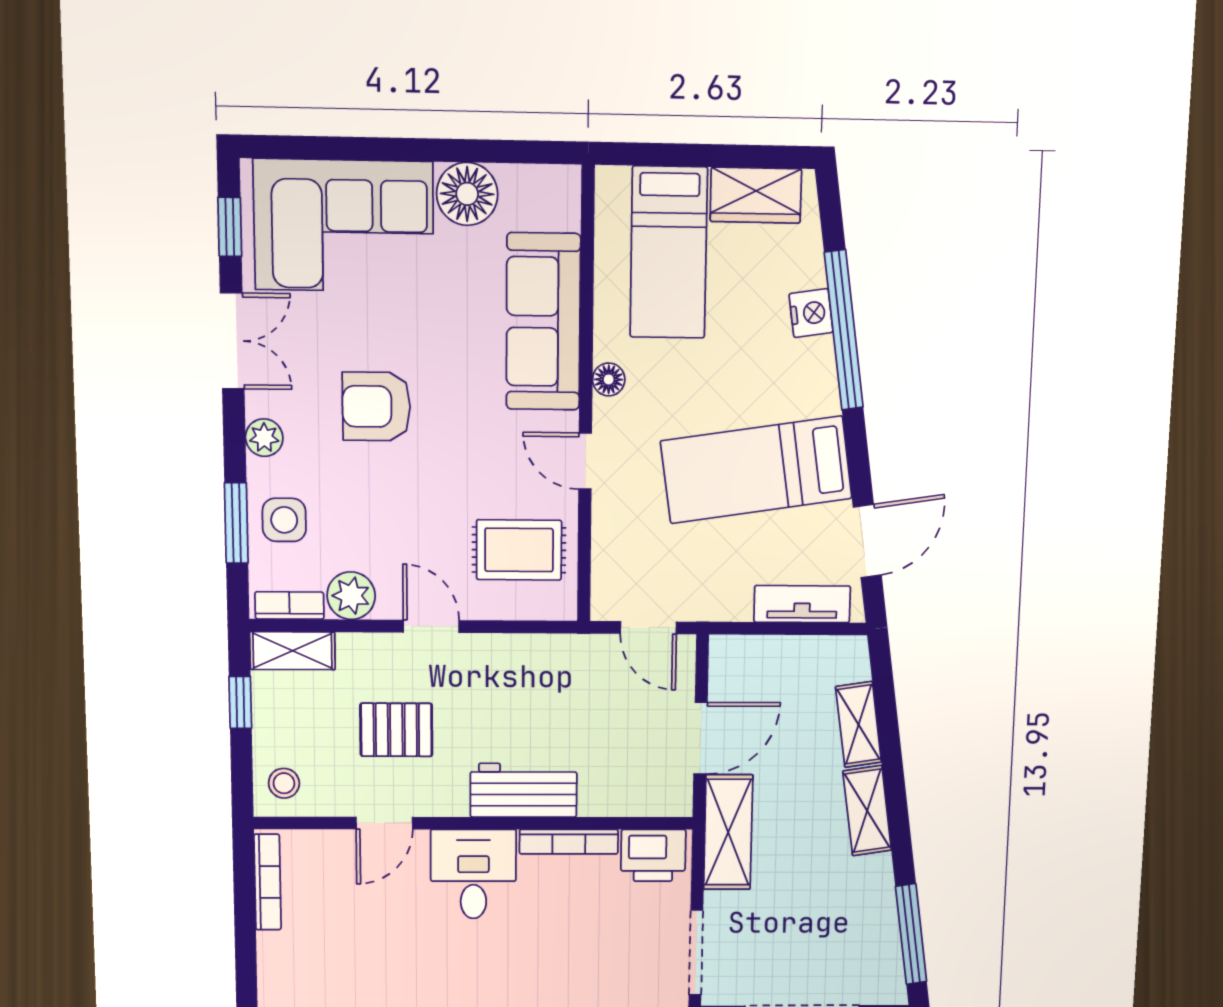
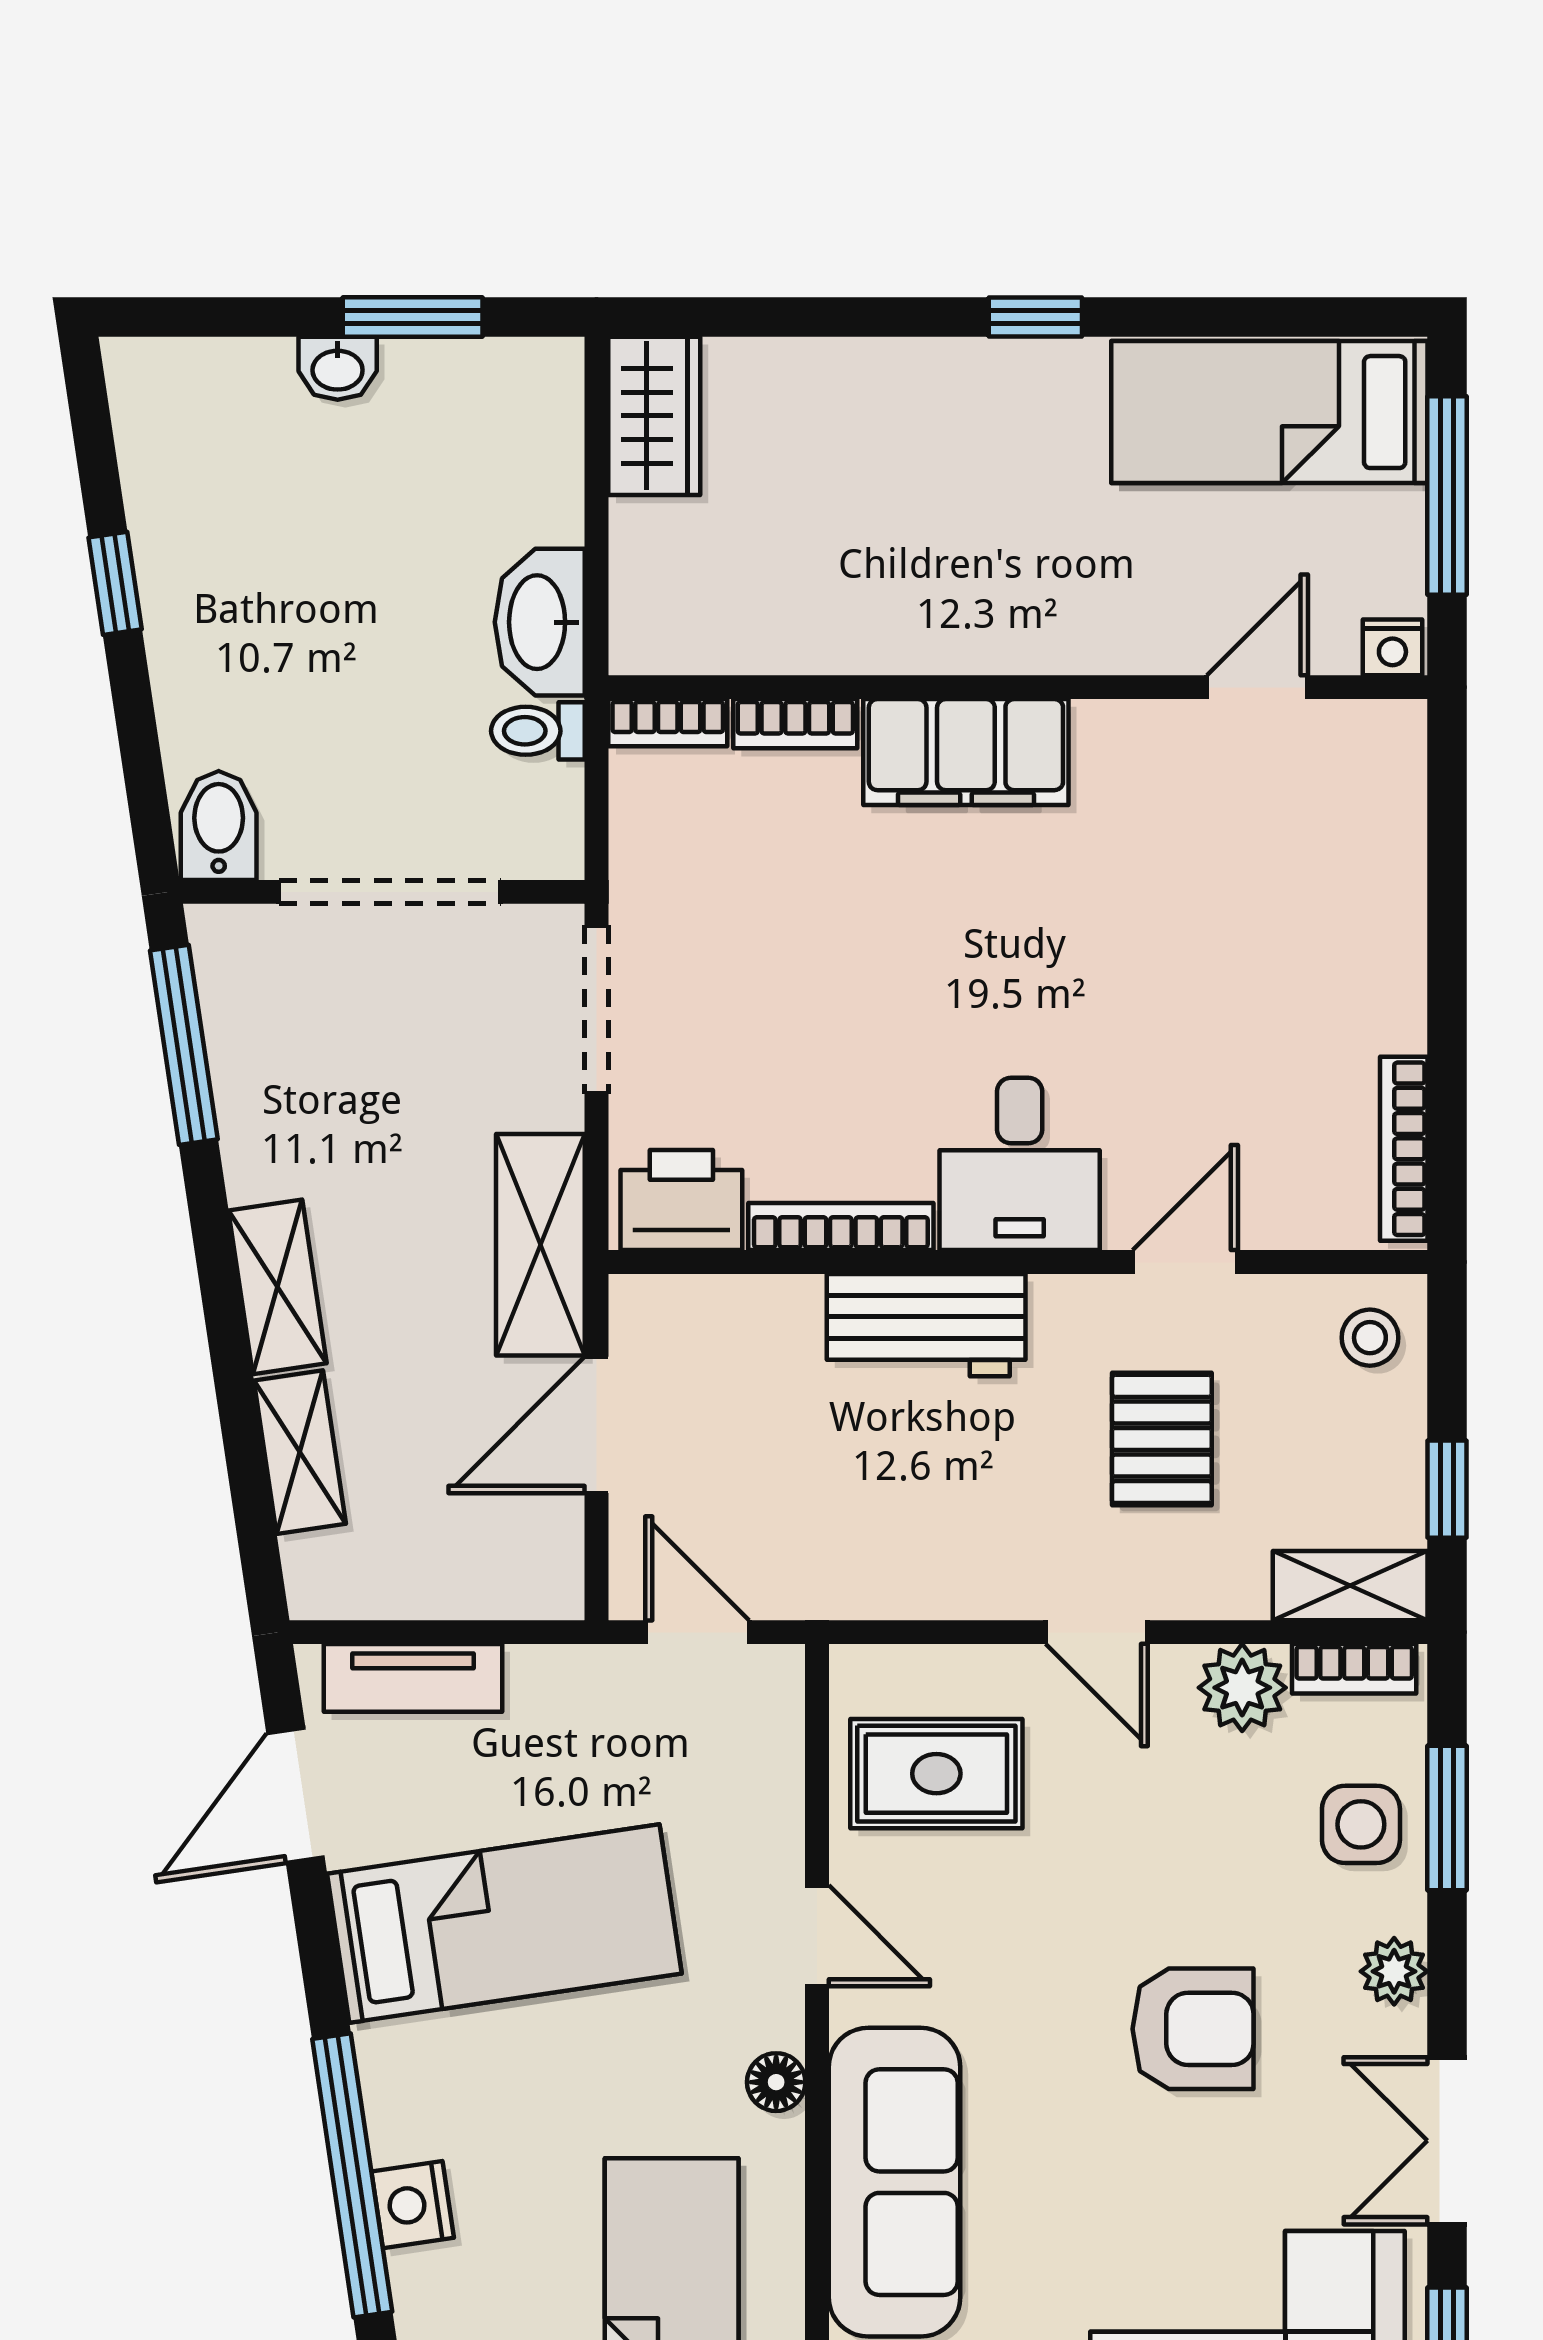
pallet: (396, 730) -> (1162, 1439), turned 90

